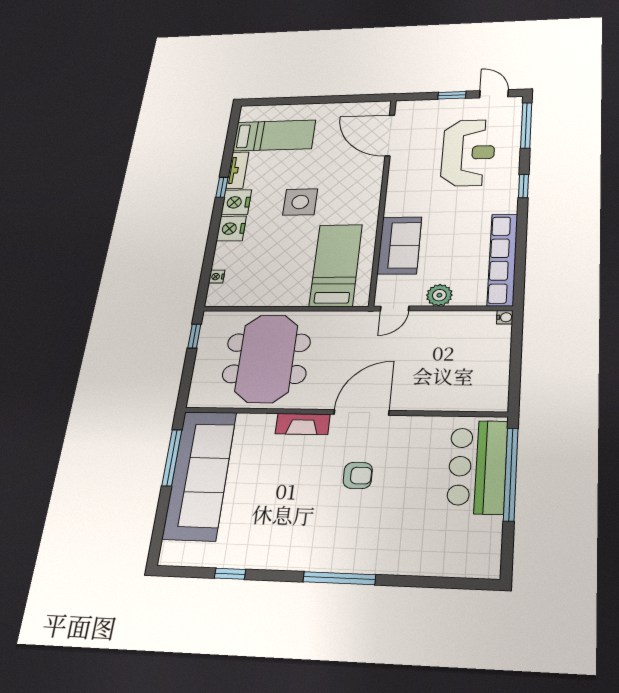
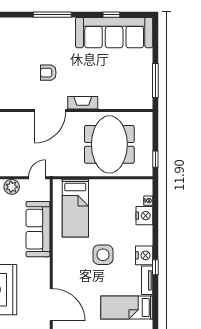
nightstand: (231, 229) -> (144, 216), moved
sofa: (400, 245) -> (38, 229), width x1.36
sofa: (200, 475) -> (114, 33), moved, turned -90

